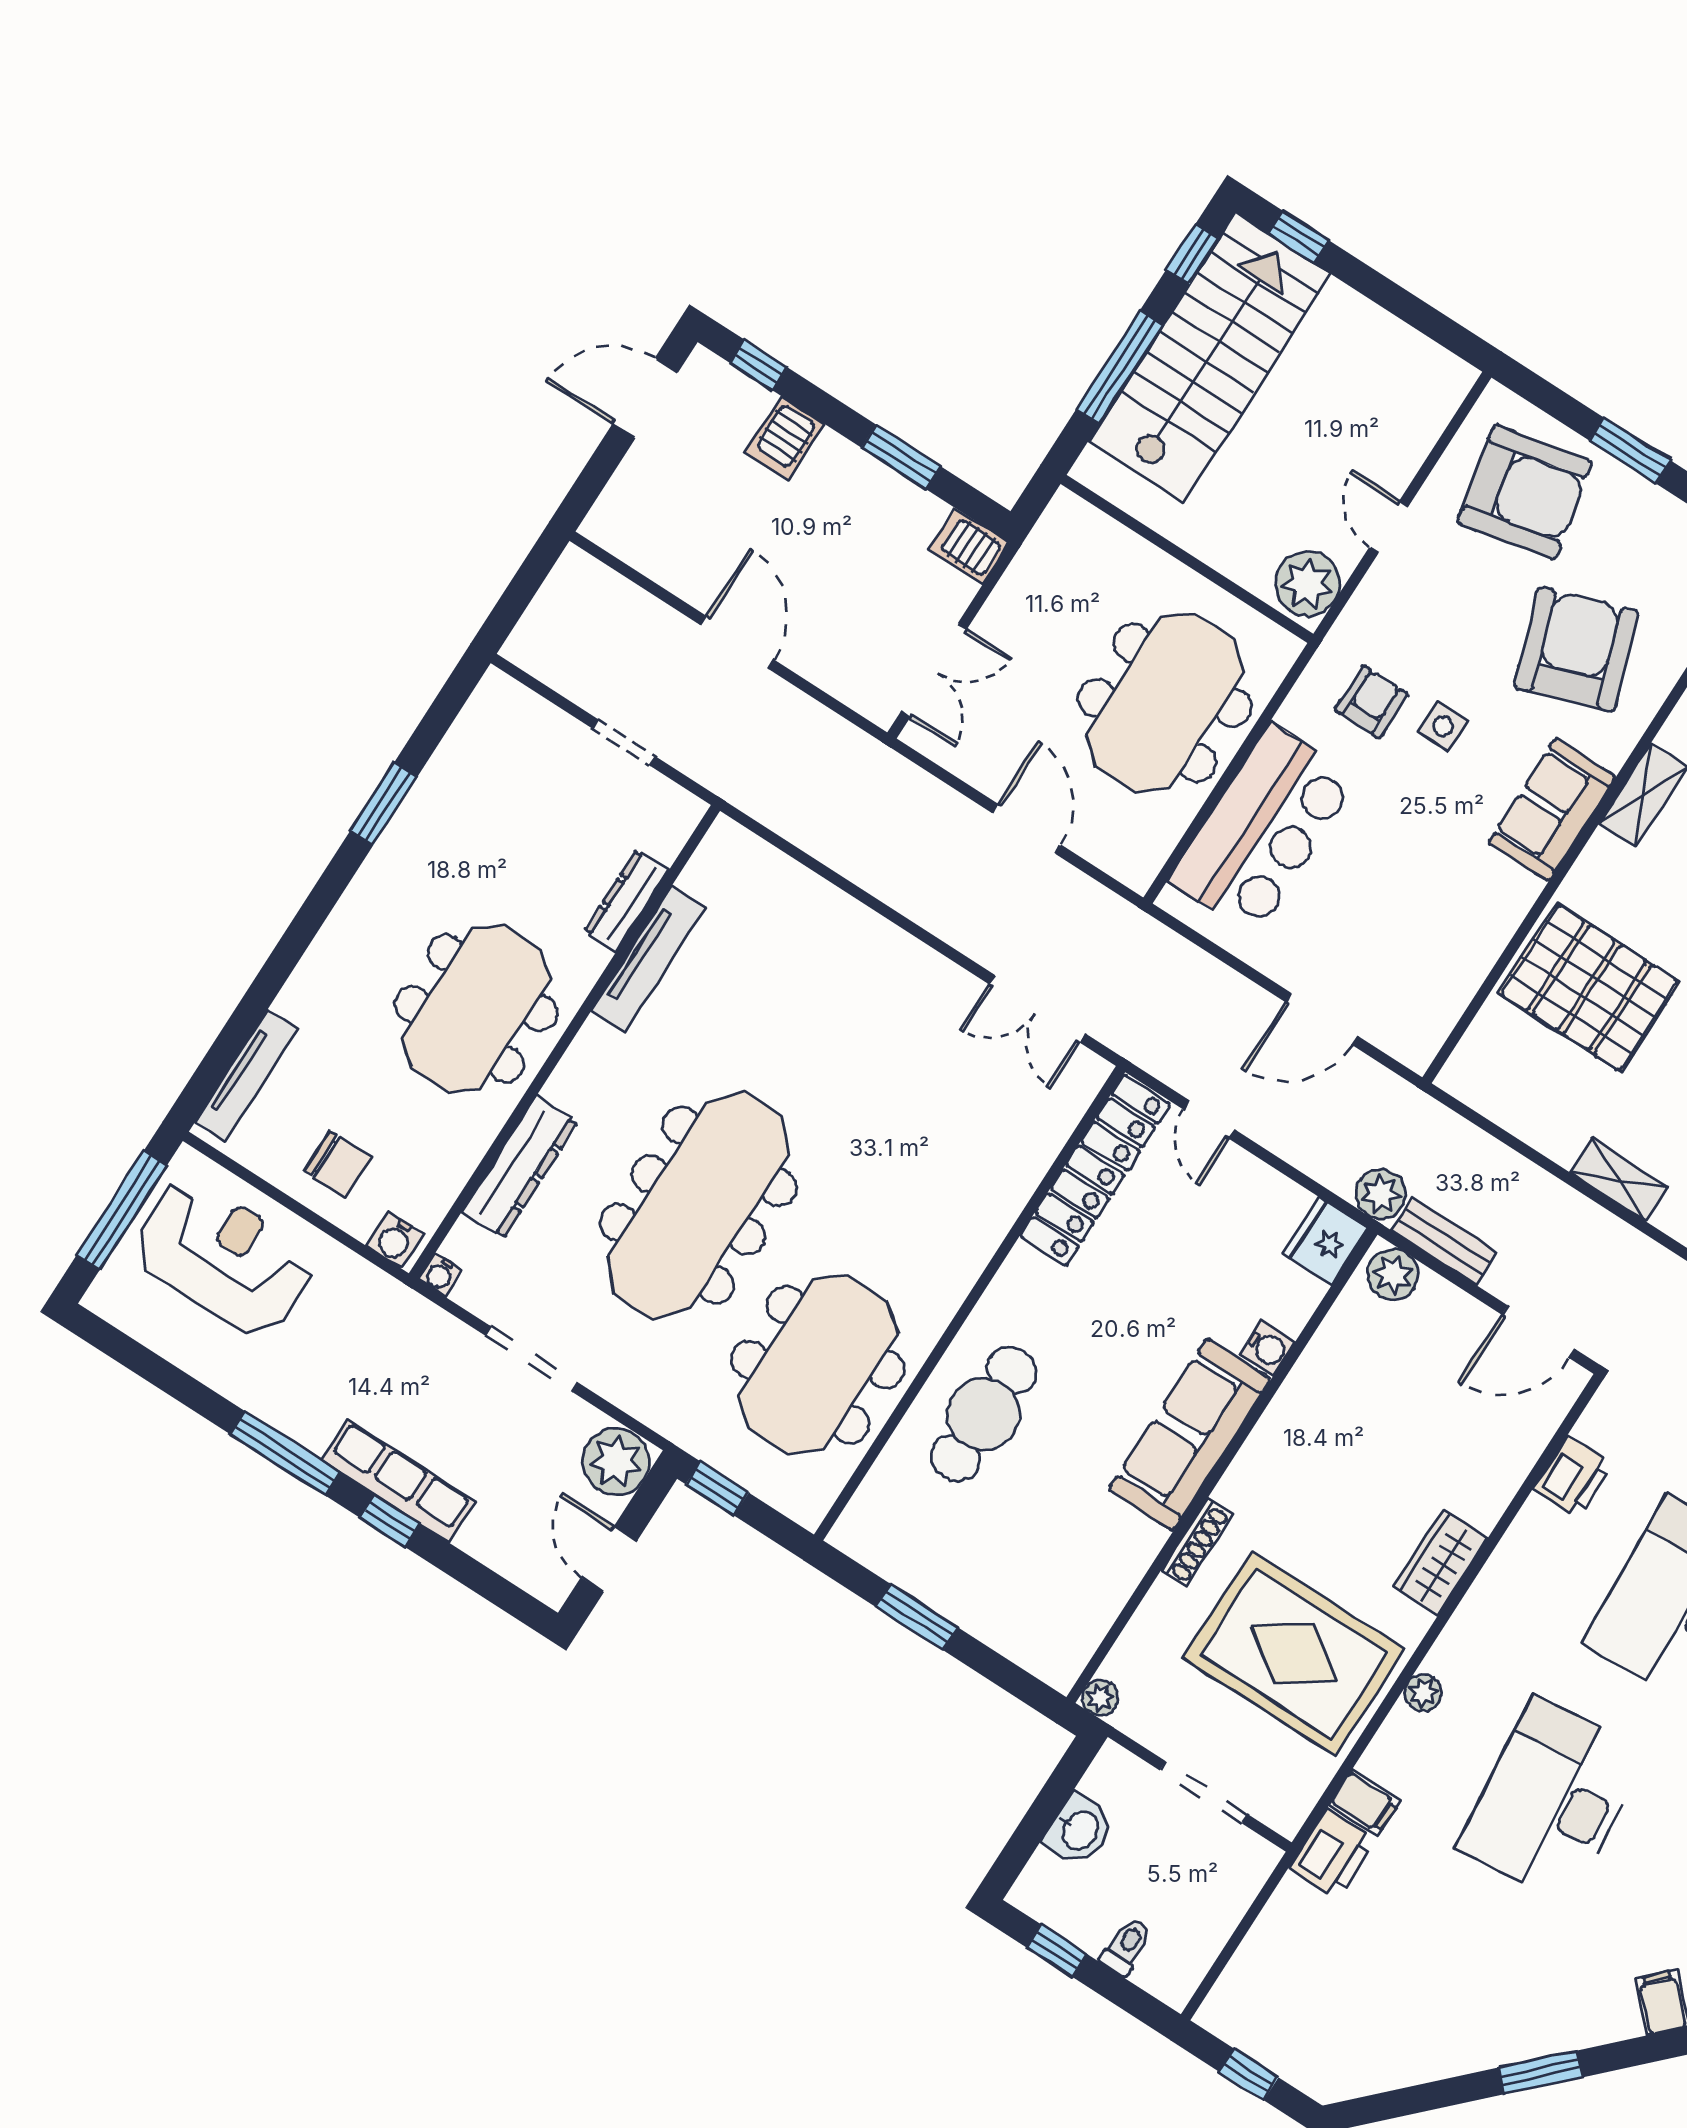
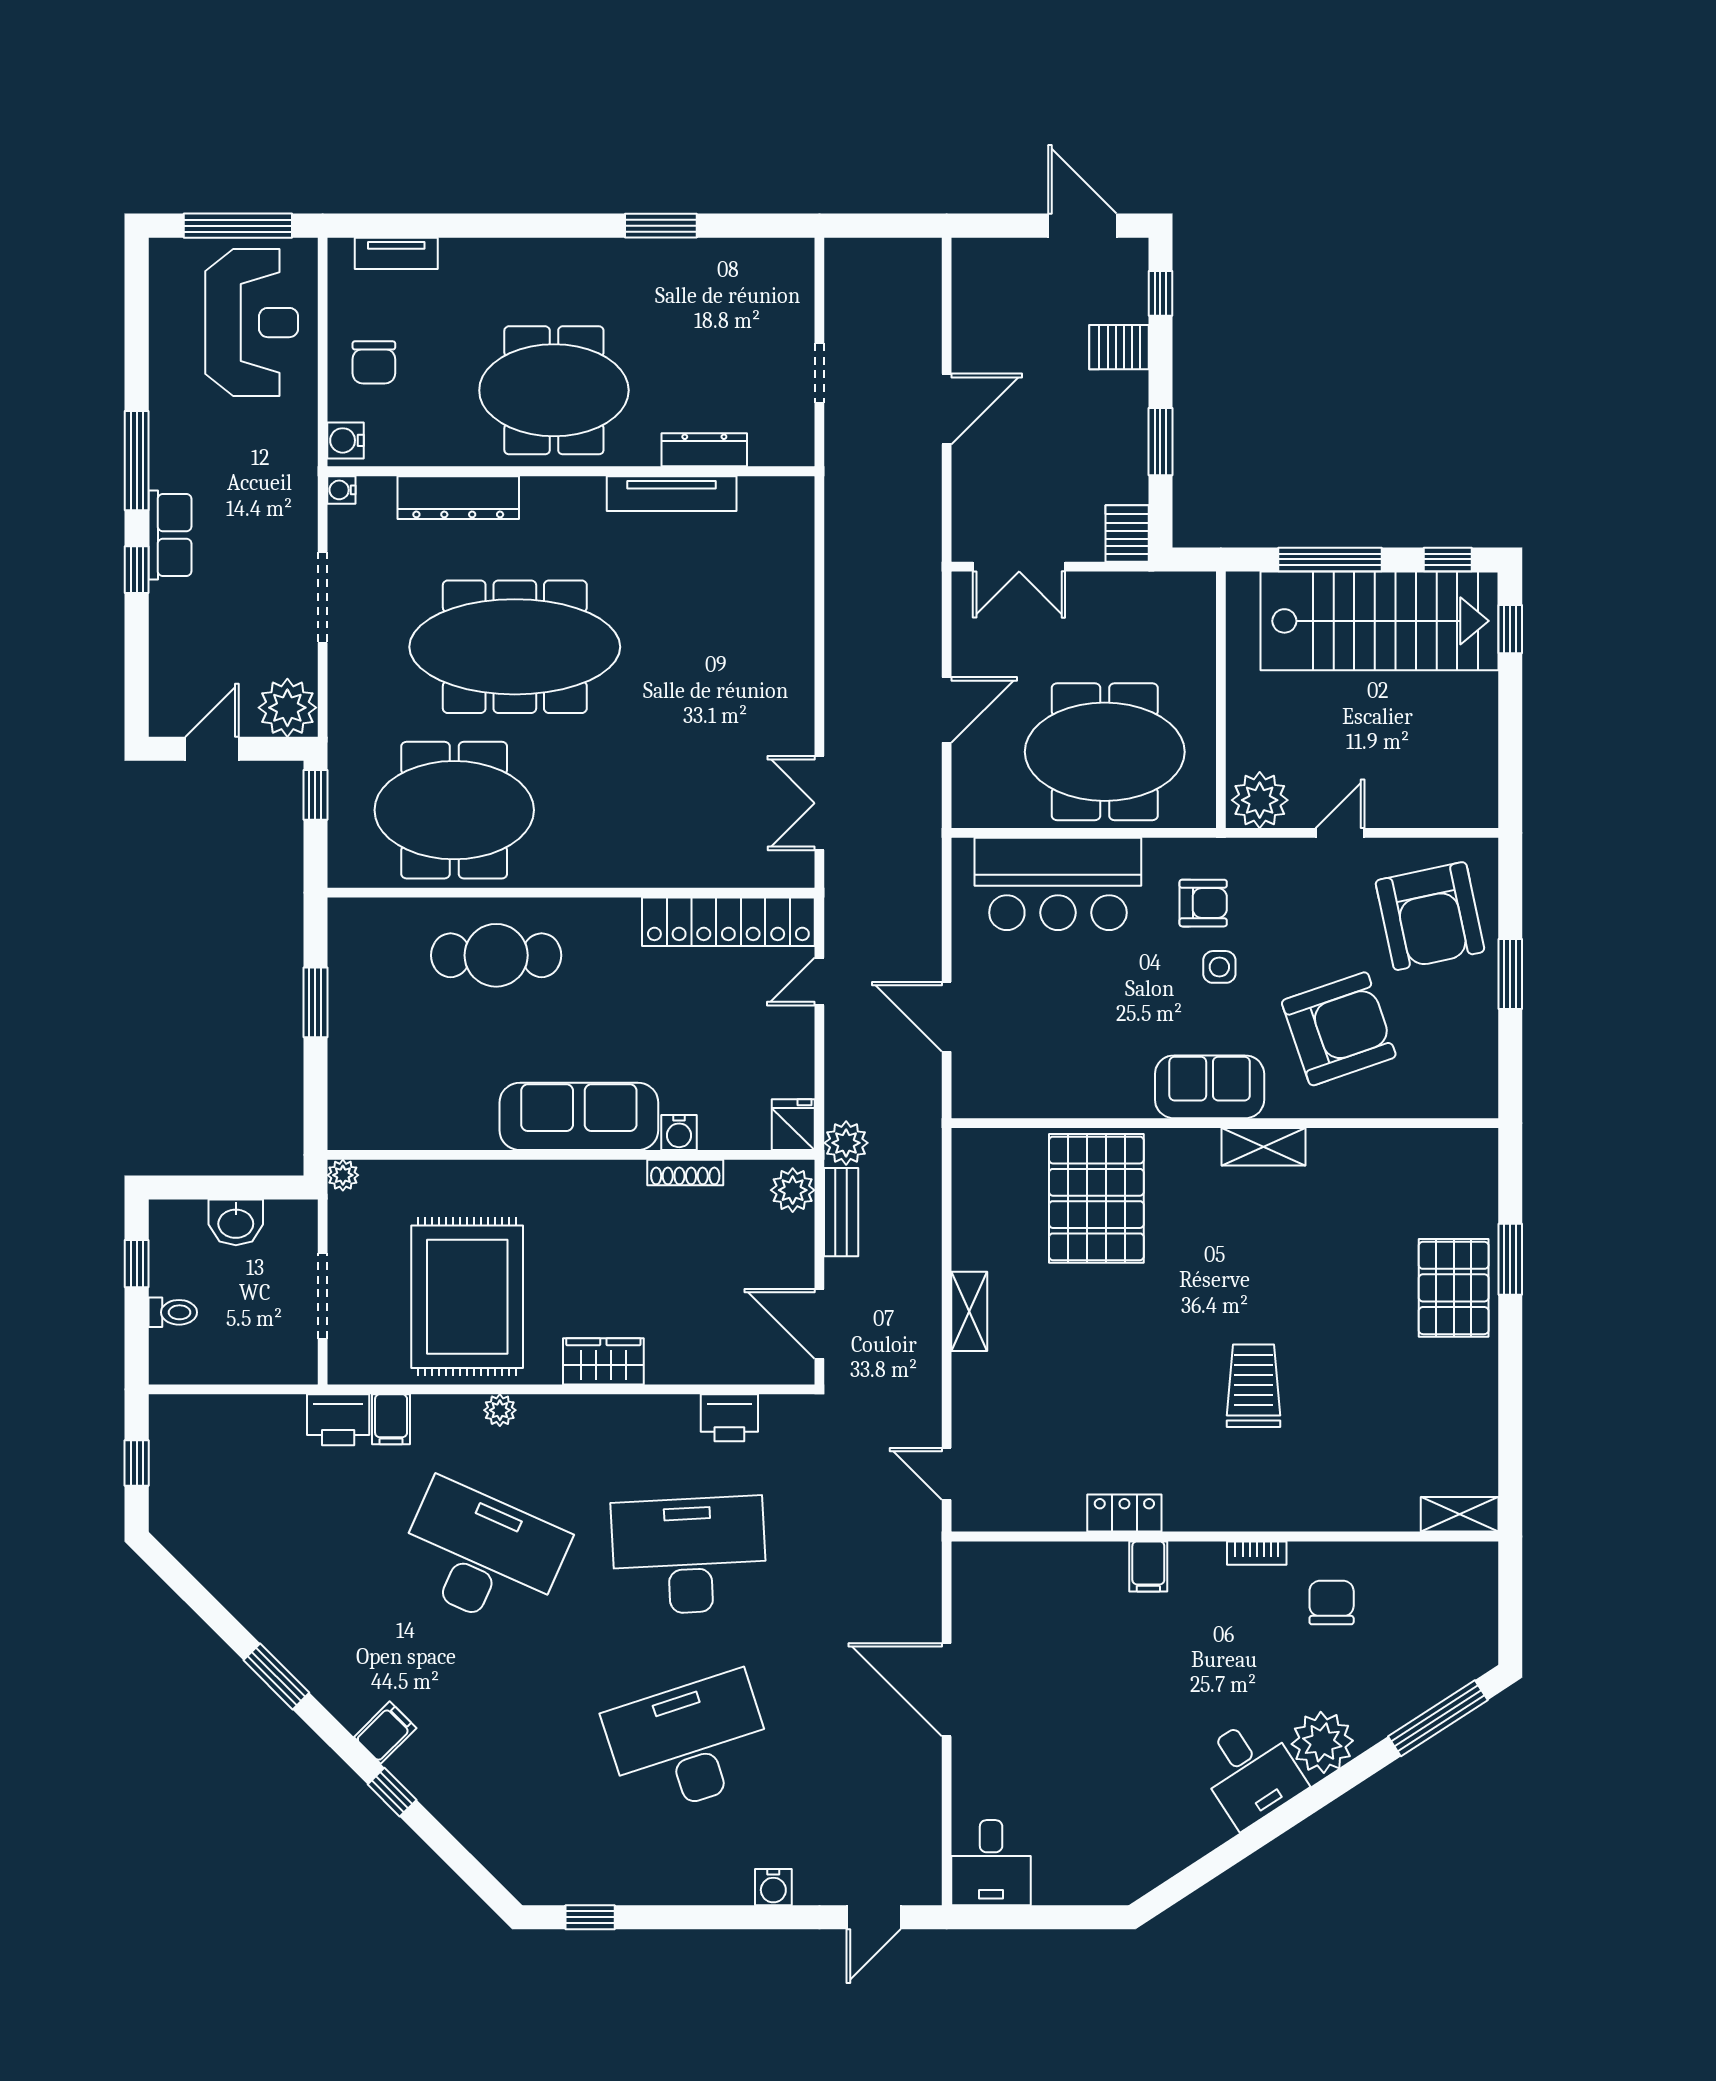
tv unit: (247, 1075) -> (396, 253), width x0.71
fridge: (1325, 1241) -> (793, 1125), width x0.72
row of seats: (398, 1481) -> (170, 535), width x0.68
shoe rack: (1197, 1542) -> (685, 1173), moved
desk: (1552, 1800) -> (482, 1556), turned 30

